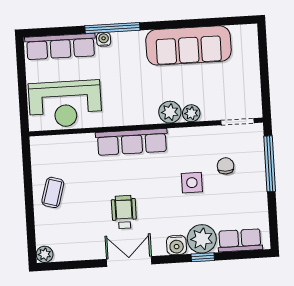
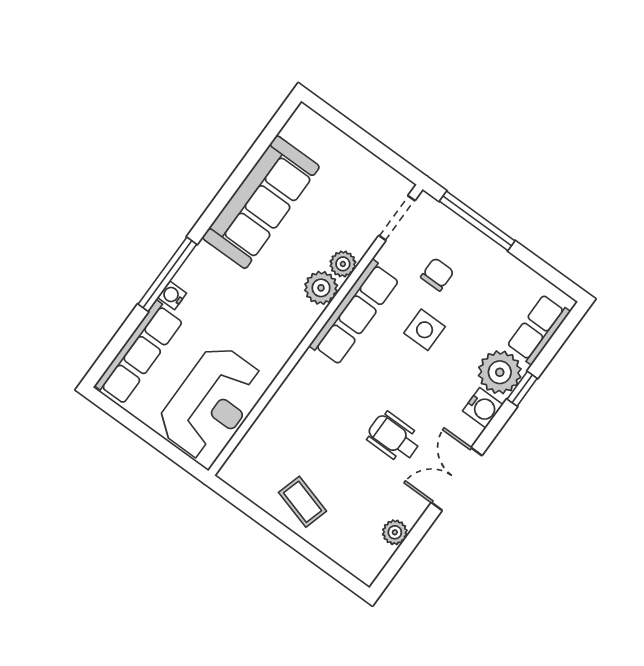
row of seats: (132, 142) -> (354, 313), moved
chair: (226, 166) -> (437, 274), turned 90
plant: (45, 254) -> (395, 532), moved

